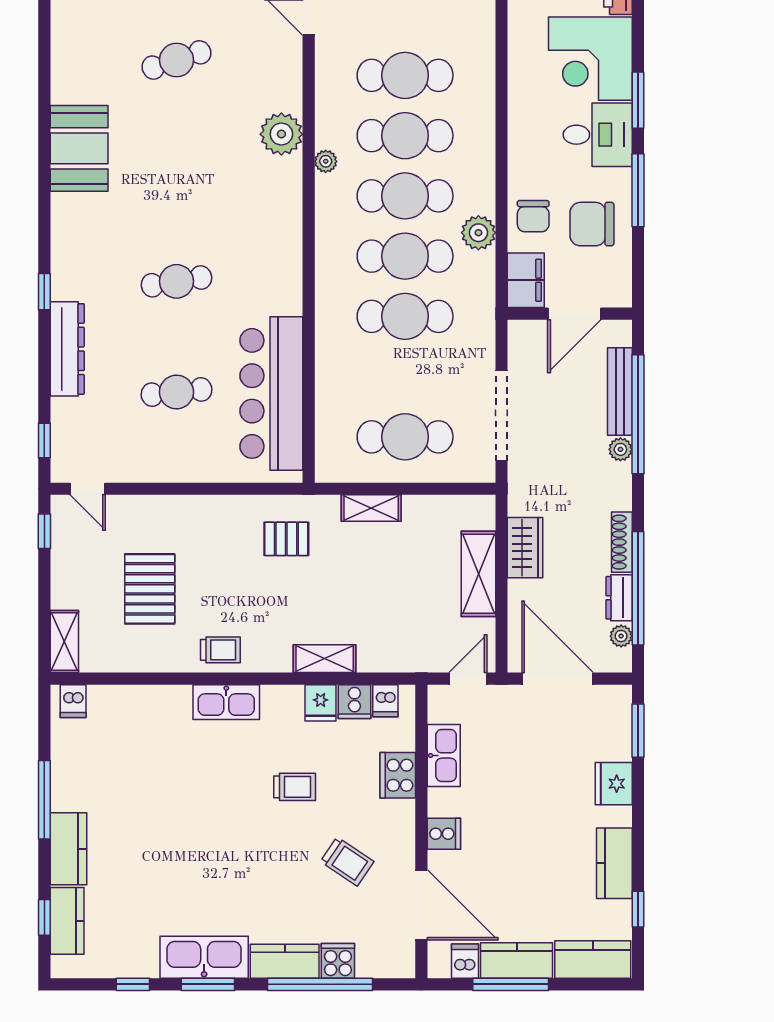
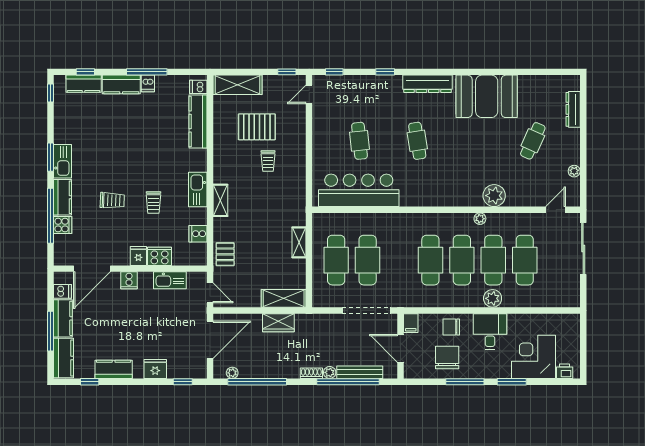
cafe table: (176, 60) -> (533, 141), turned 42
desk: (598, 135) -> (490, 331), moved, turned 180
booth: (79, 148) -> (487, 96), width x1.36, depth x1.42
plant: (478, 233) -> (493, 298), moved
filing cabinet: (526, 280) -> (411, 323), width x0.50
window: (44, 292) -> (385, 72), moved
cafe table: (405, 316) -> (368, 260), moved
dresser: (67, 349) -> (428, 84), moved
doorway: (502, 416) -> (366, 310), moved
pallet: (286, 539) -> (225, 254), moved
shoe rack: (622, 542) -> (311, 373), moved, width x0.70
shelving: (478, 574) -> (284, 298), moved
dresser: (619, 598) -> (252, 372), removed
shelving: (64, 641) -> (237, 85), width x1.50, depth x1.33
trolley: (220, 650) -> (268, 161), moved
shelving: (325, 659) -> (220, 200), moved
dishwasher: (385, 701) -> (148, 83), moved, turned -90
kitchen counter: (140, 702) -> (198, 122), added
kitchen sink: (226, 702) -> (198, 189), moved
fridge: (321, 703) -> (138, 256), moved, turned 90
window: (638, 731) -> (183, 382), width x0.67
trolley: (347, 861) -> (112, 200), moved, turned -122
kitchen sink: (204, 957) -> (62, 161), width x0.73, depth x0.81
window: (133, 984) -> (50, 93), moved
window: (511, 984) -> (50, 331), moved

